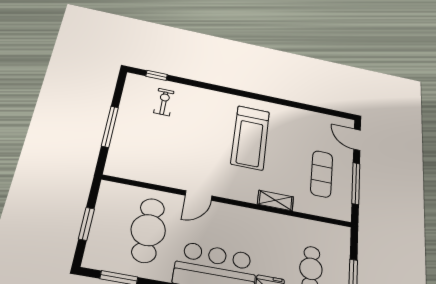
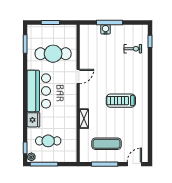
water cooler: (121, 135) -> (106, 29), added
treadmill: (250, 138) -> (121, 101), width x0.73, depth x0.73
door: (199, 196) -> (78, 77), swing flipped

